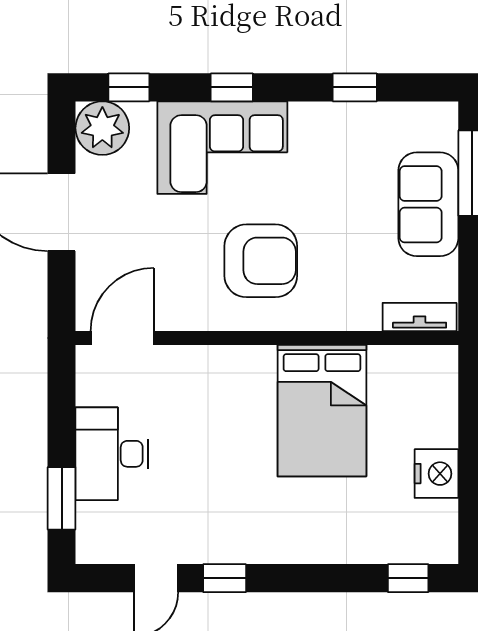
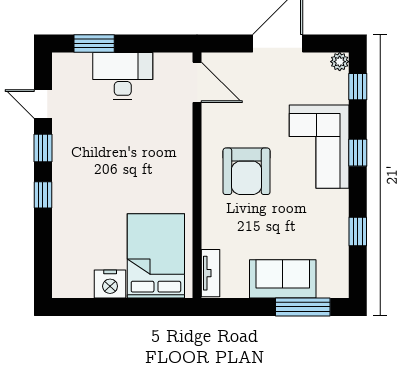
plant: (102, 128) -> (340, 62), width x0.53, depth x0.53
bed: (322, 411) -> (156, 256), moved, turned 90
window: (408, 578) -> (43, 195), moved

